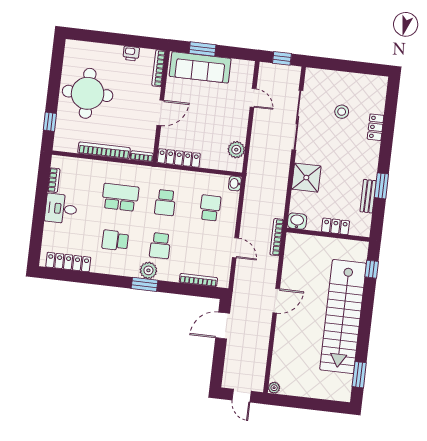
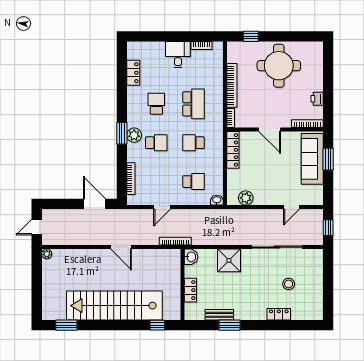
school desk: (160, 246) -> (156, 143), turned 180
locker: (68, 262) -> (133, 73), width x0.66

